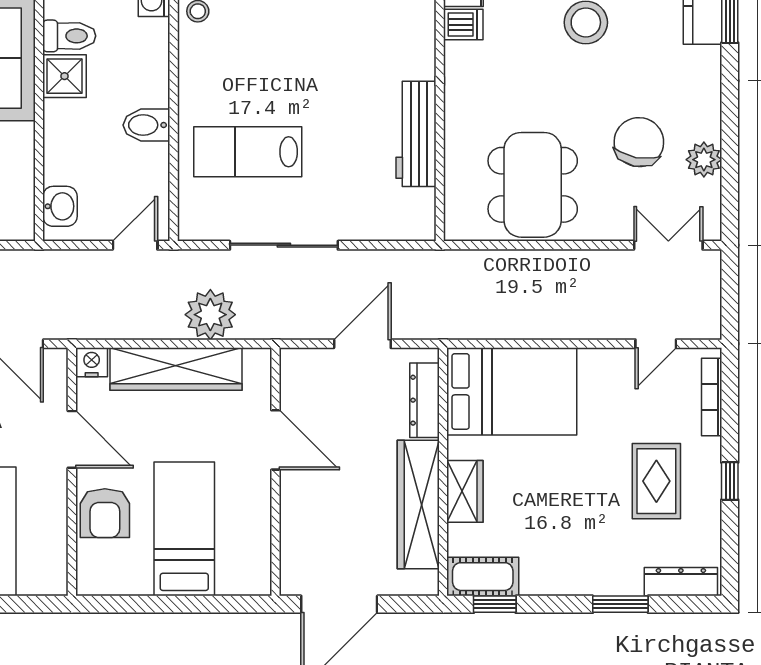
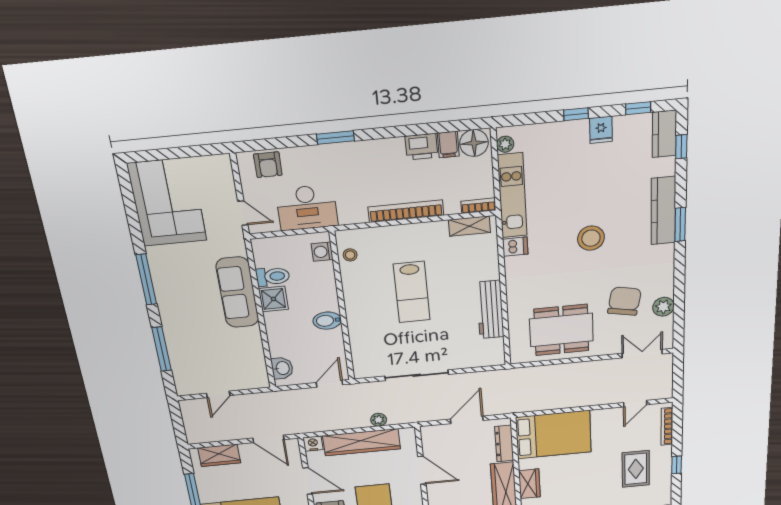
lab bench: (248, 152) -> (412, 292), moved, turned -90
dining table: (533, 185) -> (561, 330), turned 90
plant: (210, 315) -> (379, 420), width x0.53, depth x0.53

